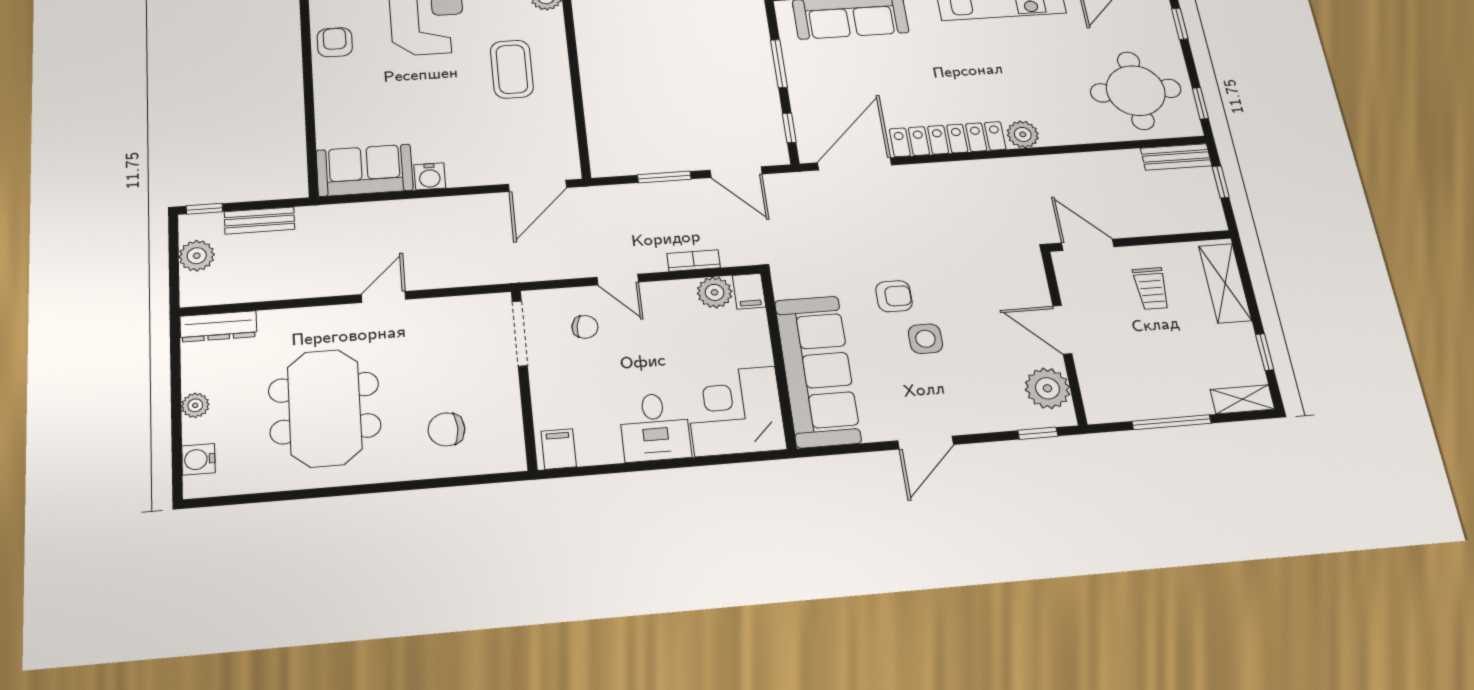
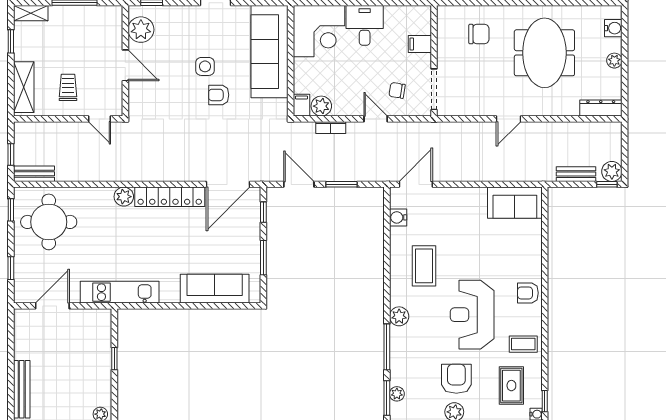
armchair: (335, 42) -> (528, 293), turned 90
water cooler: (430, 176) -> (398, 217), moved, turned -90
door: (1088, 245) -> (99, 119), width x0.73
plant: (197, 256) -> (612, 171), moved
filing cabinet: (559, 449) -> (420, 44), moved, turned 90

